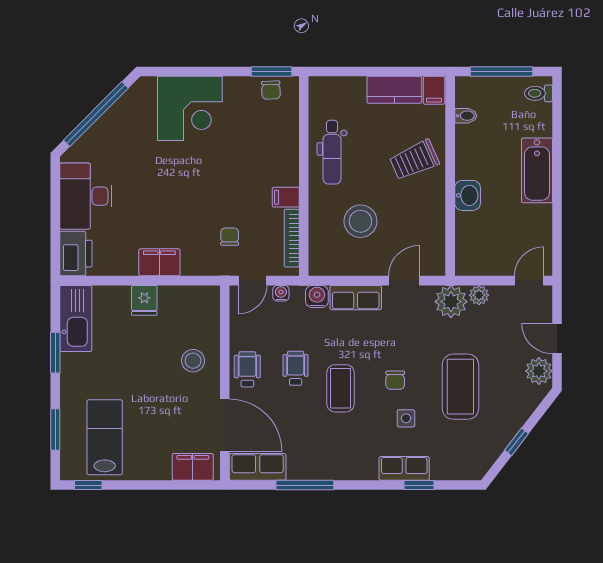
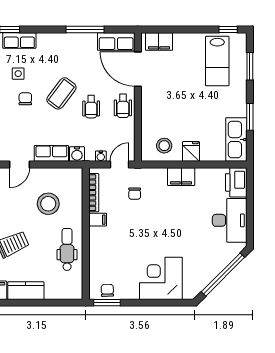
stool: (193, 361) -> (164, 146), moved
coffee table: (340, 388) -> (61, 93), turned 37

